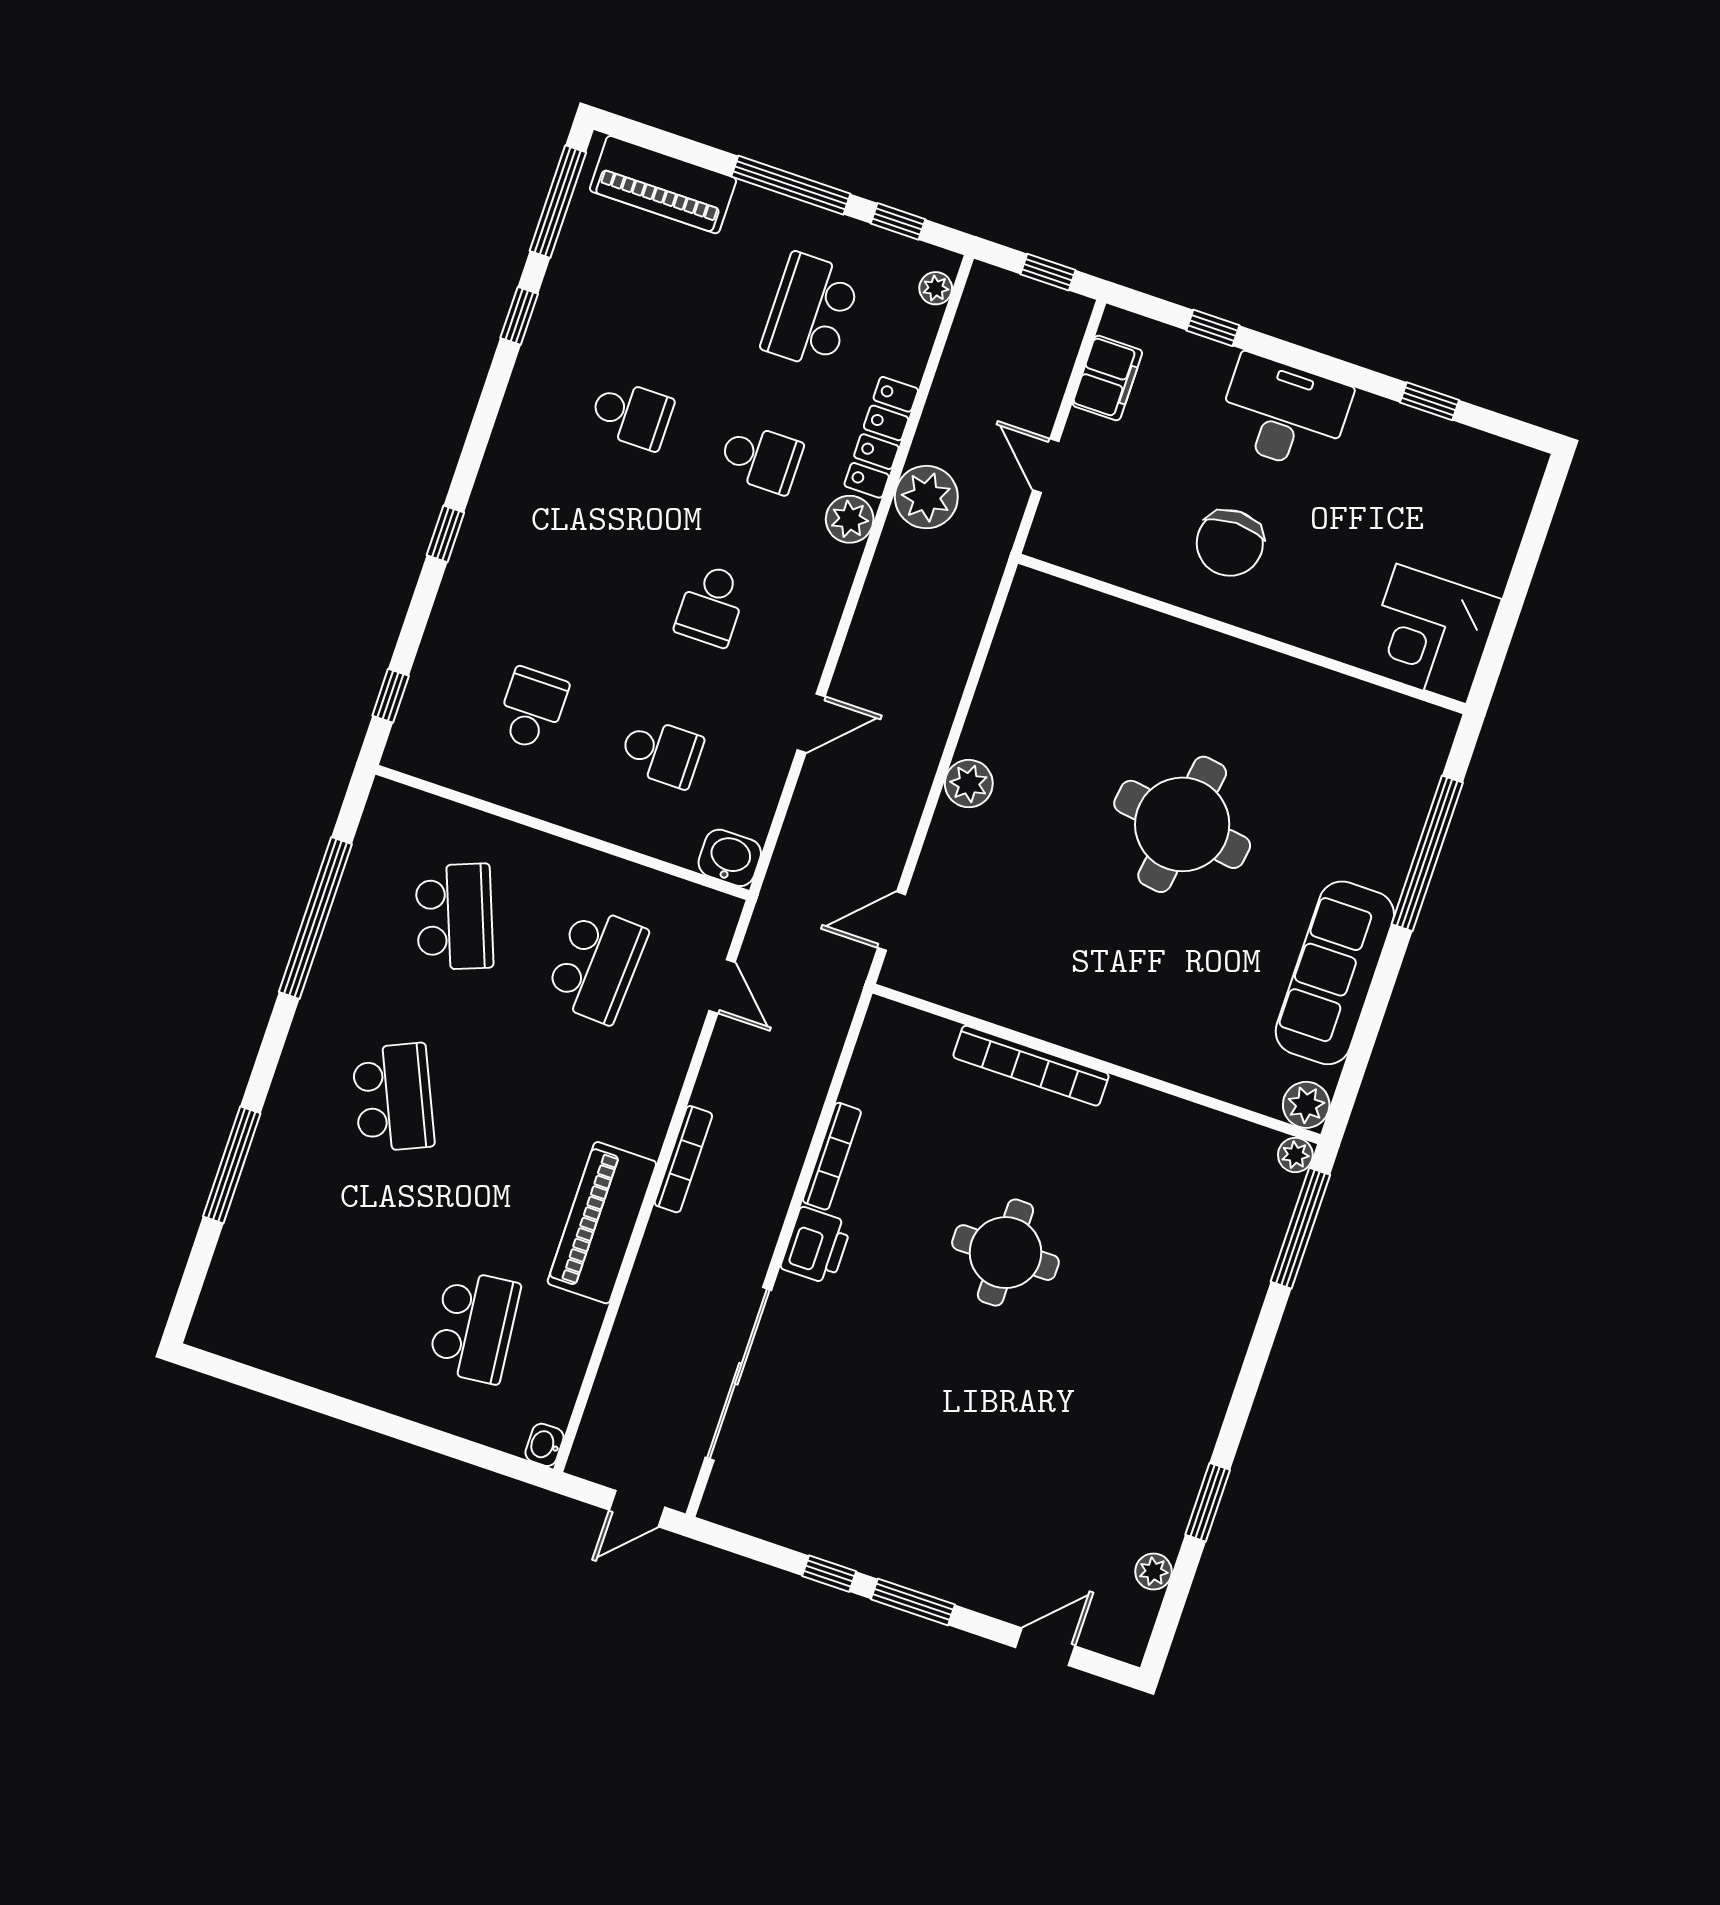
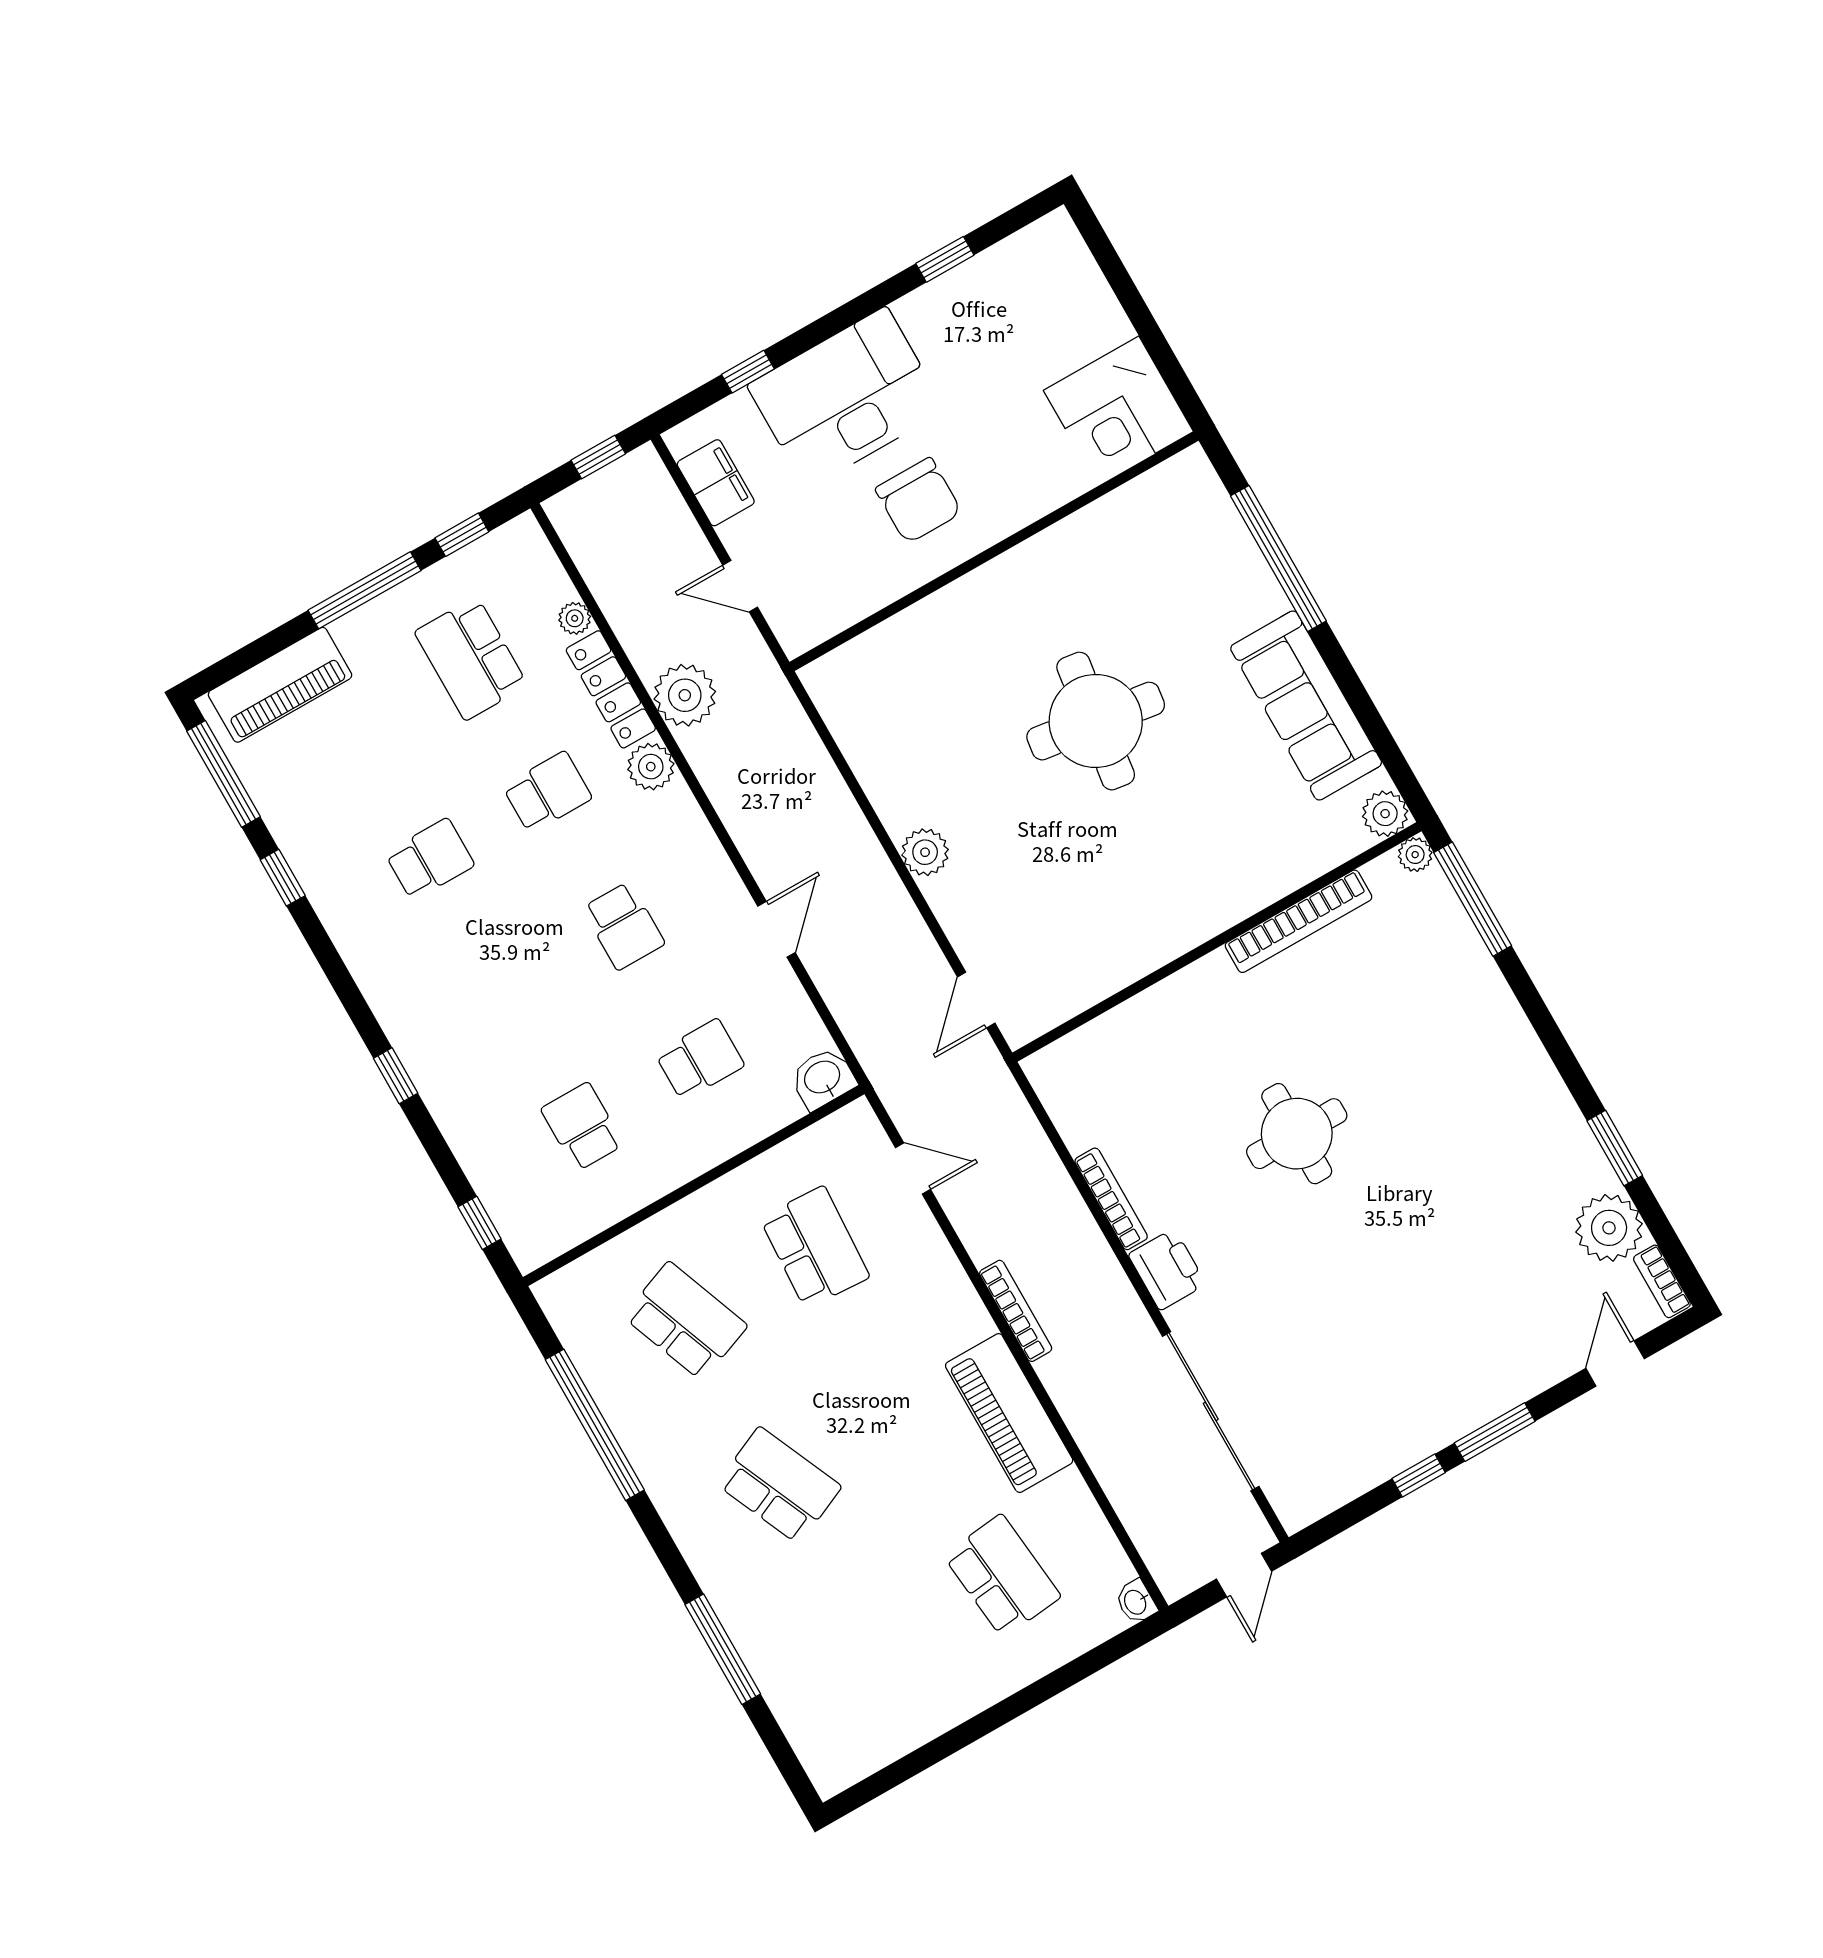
plant: (936, 288) -> (575, 618), moved
desk: (1284, 413) -> (846, 398), width x1.36, depth x1.30
bookcase: (1031, 1066) -> (1299, 921), moved
plant: (1153, 1571) -> (1609, 1228), width x1.87, depth x1.87
bookcase: (1139, 1627) -> (1662, 1281), added

